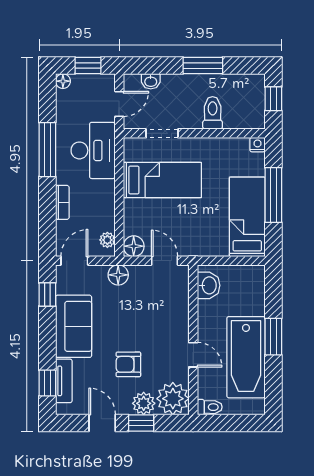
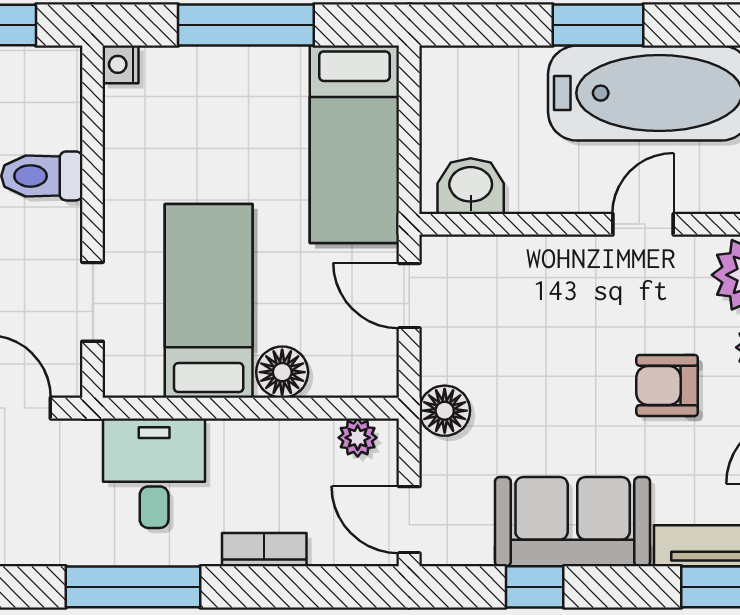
desk: (93, 150) -> (154, 473), width x0.73
bed: (247, 217) -> (354, 144), moved, turned -90
floor lamp: (134, 246) -> (282, 372), moved
door: (164, 261) -> (409, 296), hinge flipped
window: (47, 294) -> (535, 587), moved
armchair: (128, 364) -> (667, 385), turned 90

